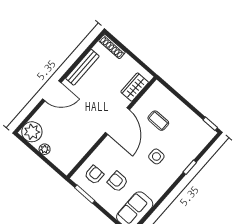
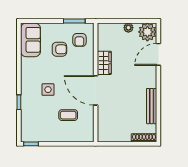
wardrobe: (135, 87) -> (104, 63), moved
door: (52, 91) -> (158, 54), moved

